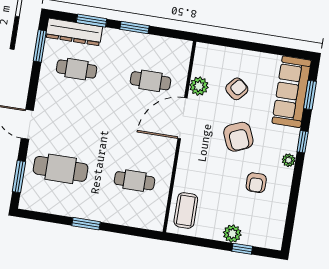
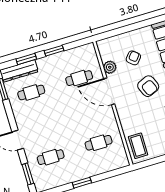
door: (182, 118) -> (109, 91), hinge flipped
cafe table: (61, 169) -> (51, 157), width x0.73, depth x0.74

